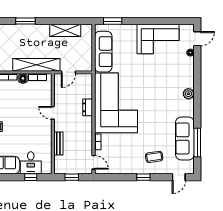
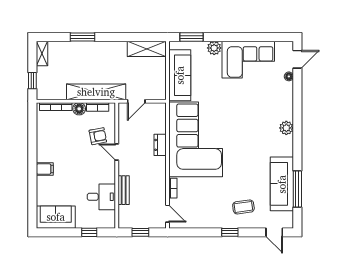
shelving: (65, 30) -> (147, 49), moved
plant: (131, 30) -> (214, 48), added
armchair: (38, 100) -> (98, 136), added
desk: (31, 163) -> (101, 197), moved, turned -90
door: (179, 177) -> (274, 232), hinge flipped

